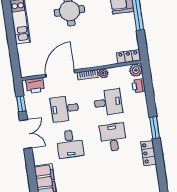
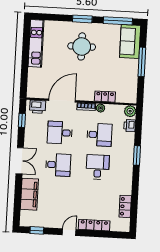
locker: (128, 57) -> (105, 97), moved
window: (155, 128) -> (137, 155), moved
double door: (26, 134) -> (20, 161), moved
desk: (70, 144) -> (58, 165), turned -90
locker: (148, 153) -> (125, 206), moved

